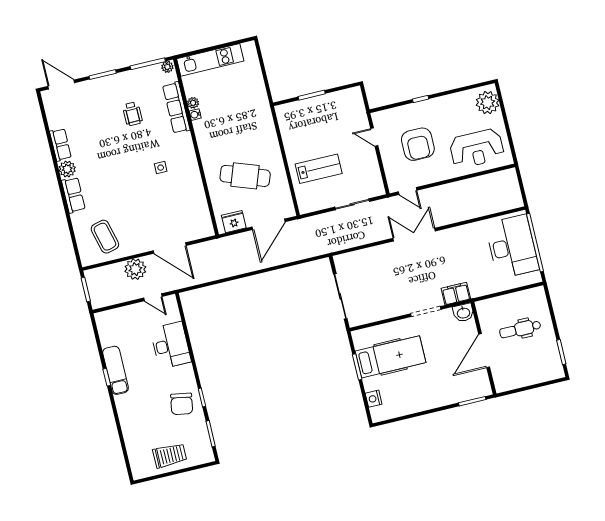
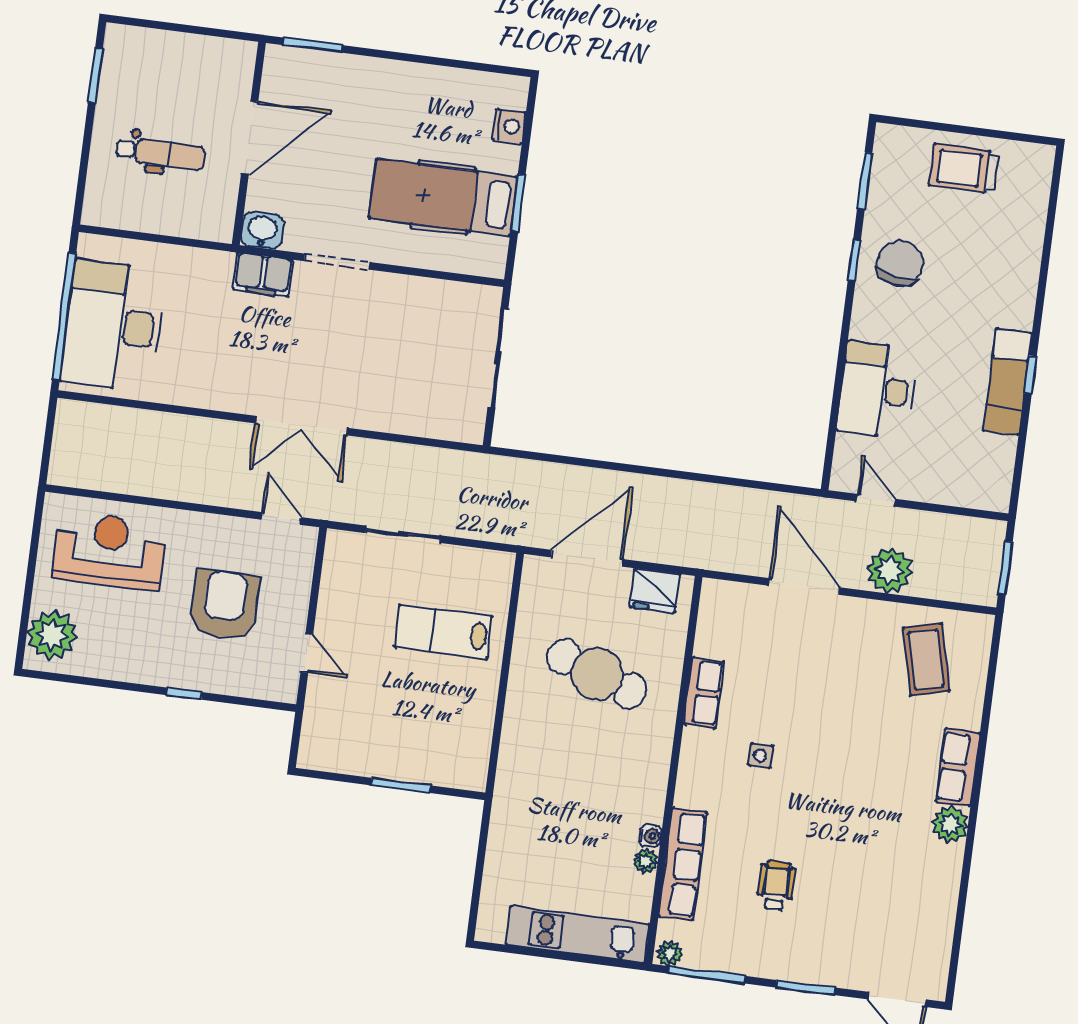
row of seats: (60, 145) -> (704, 693), moved, turned 180

